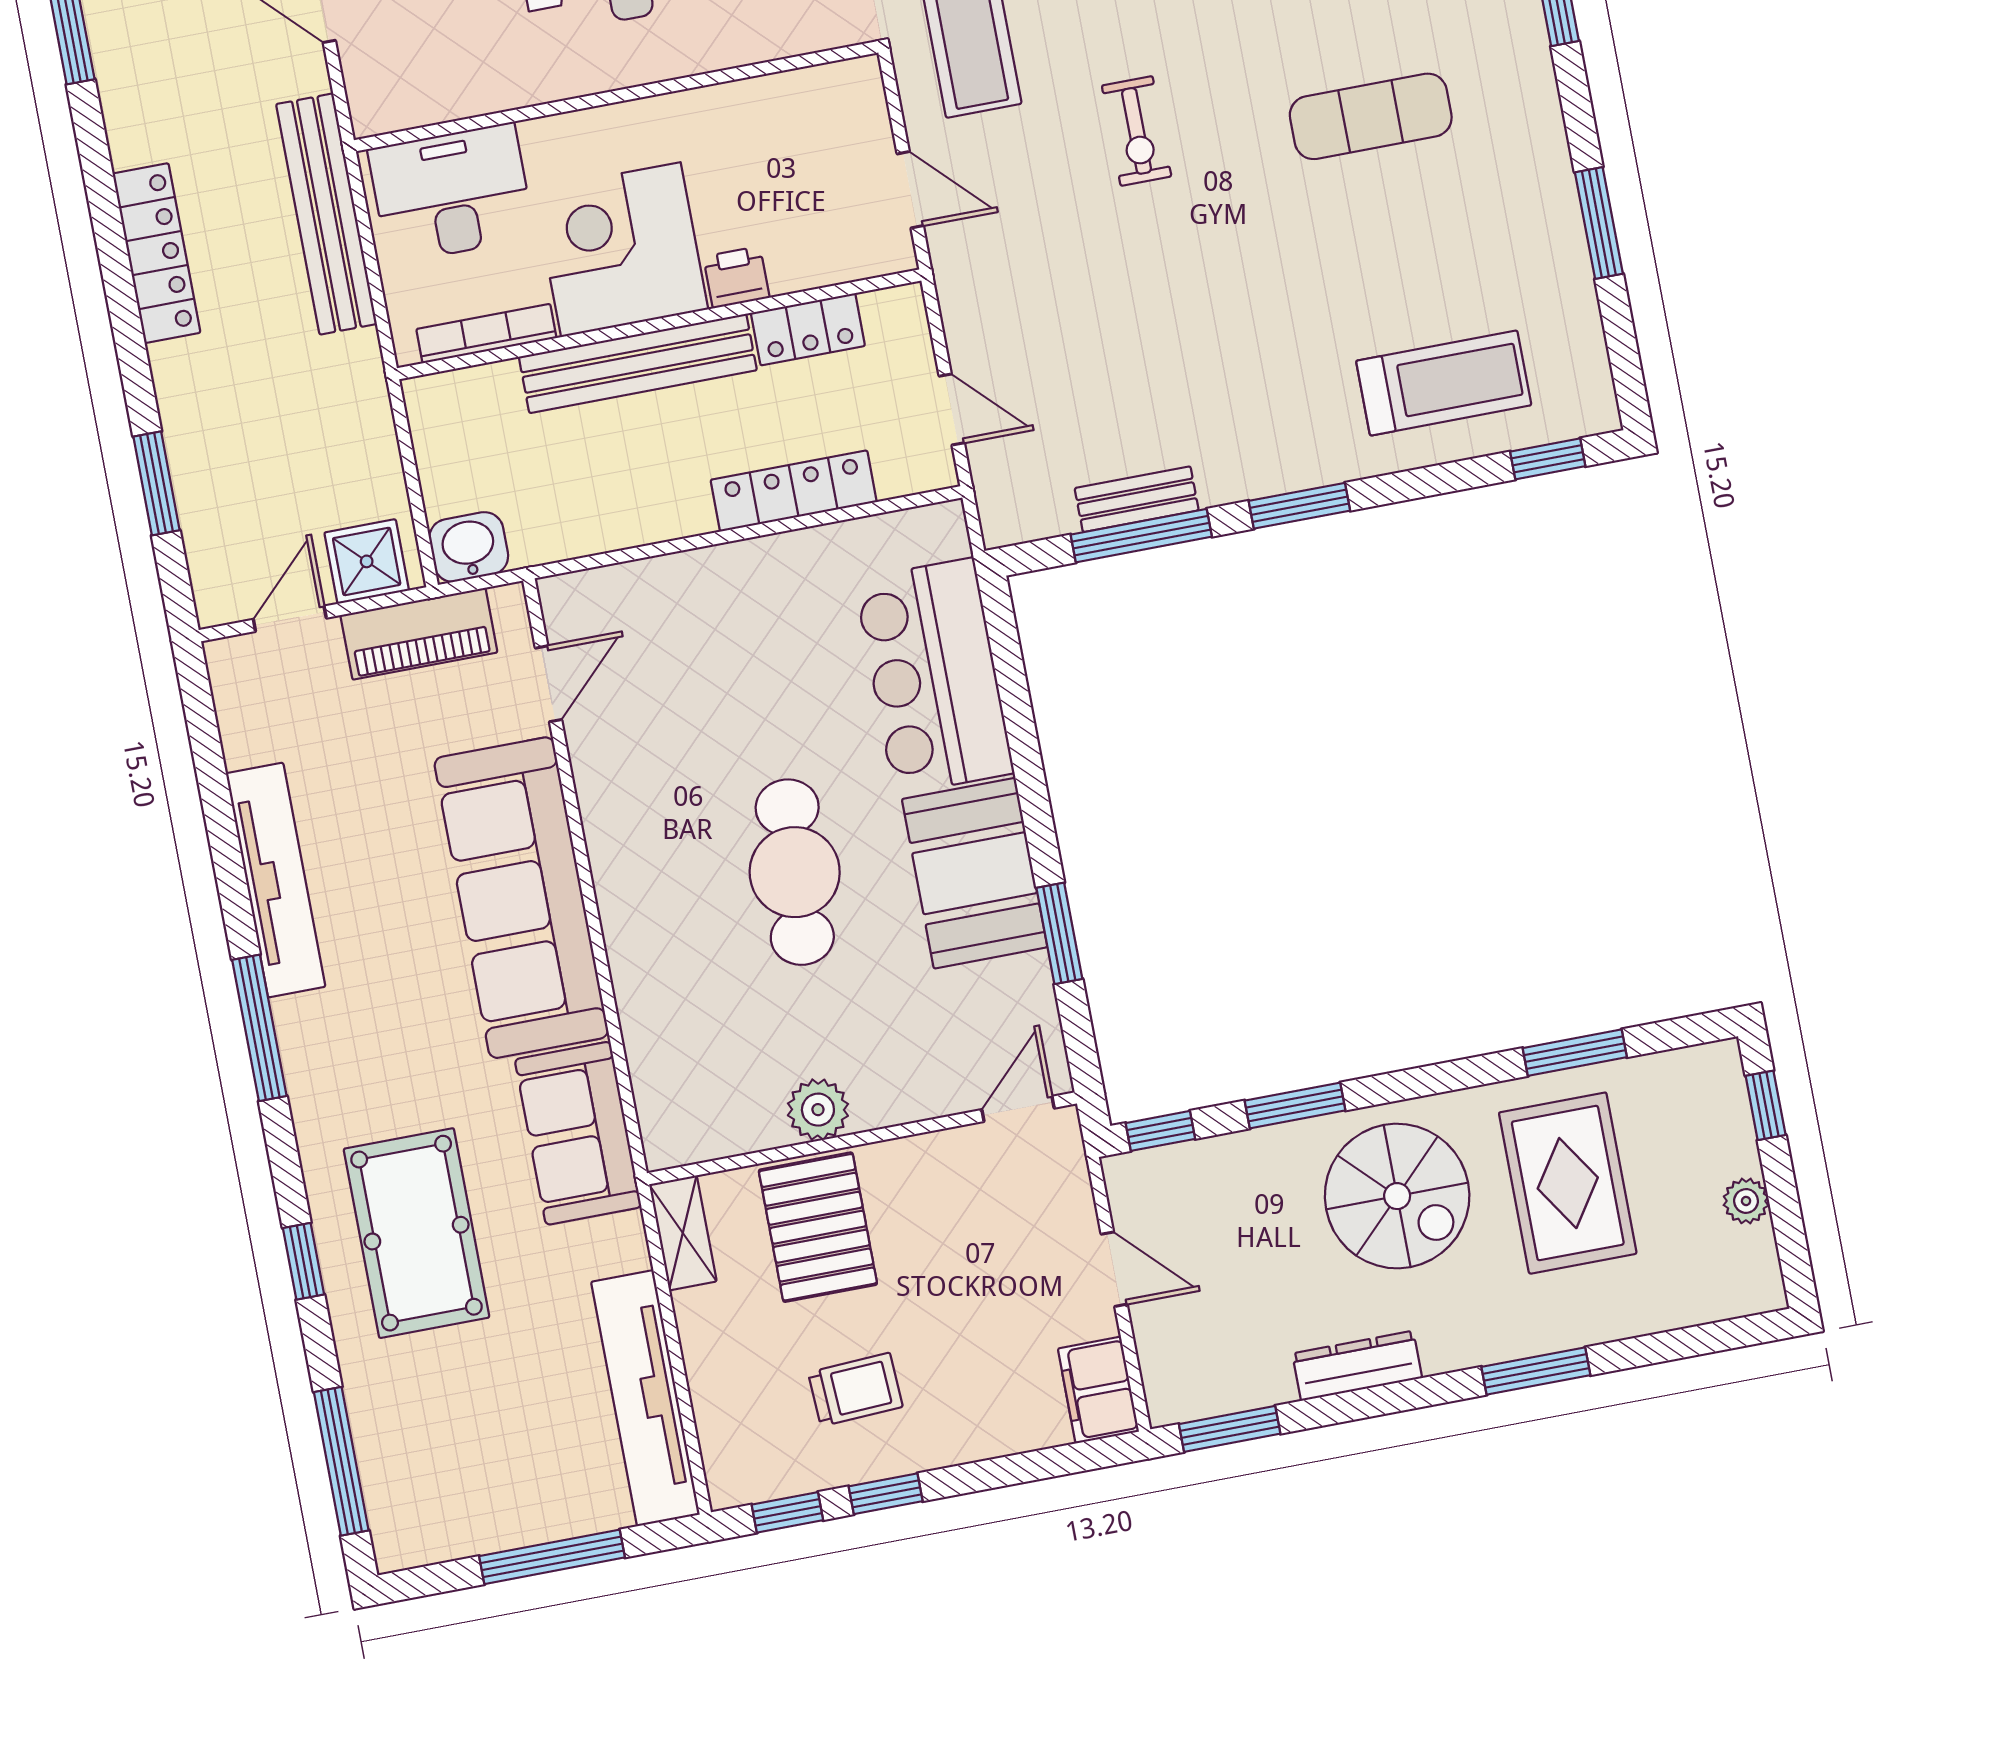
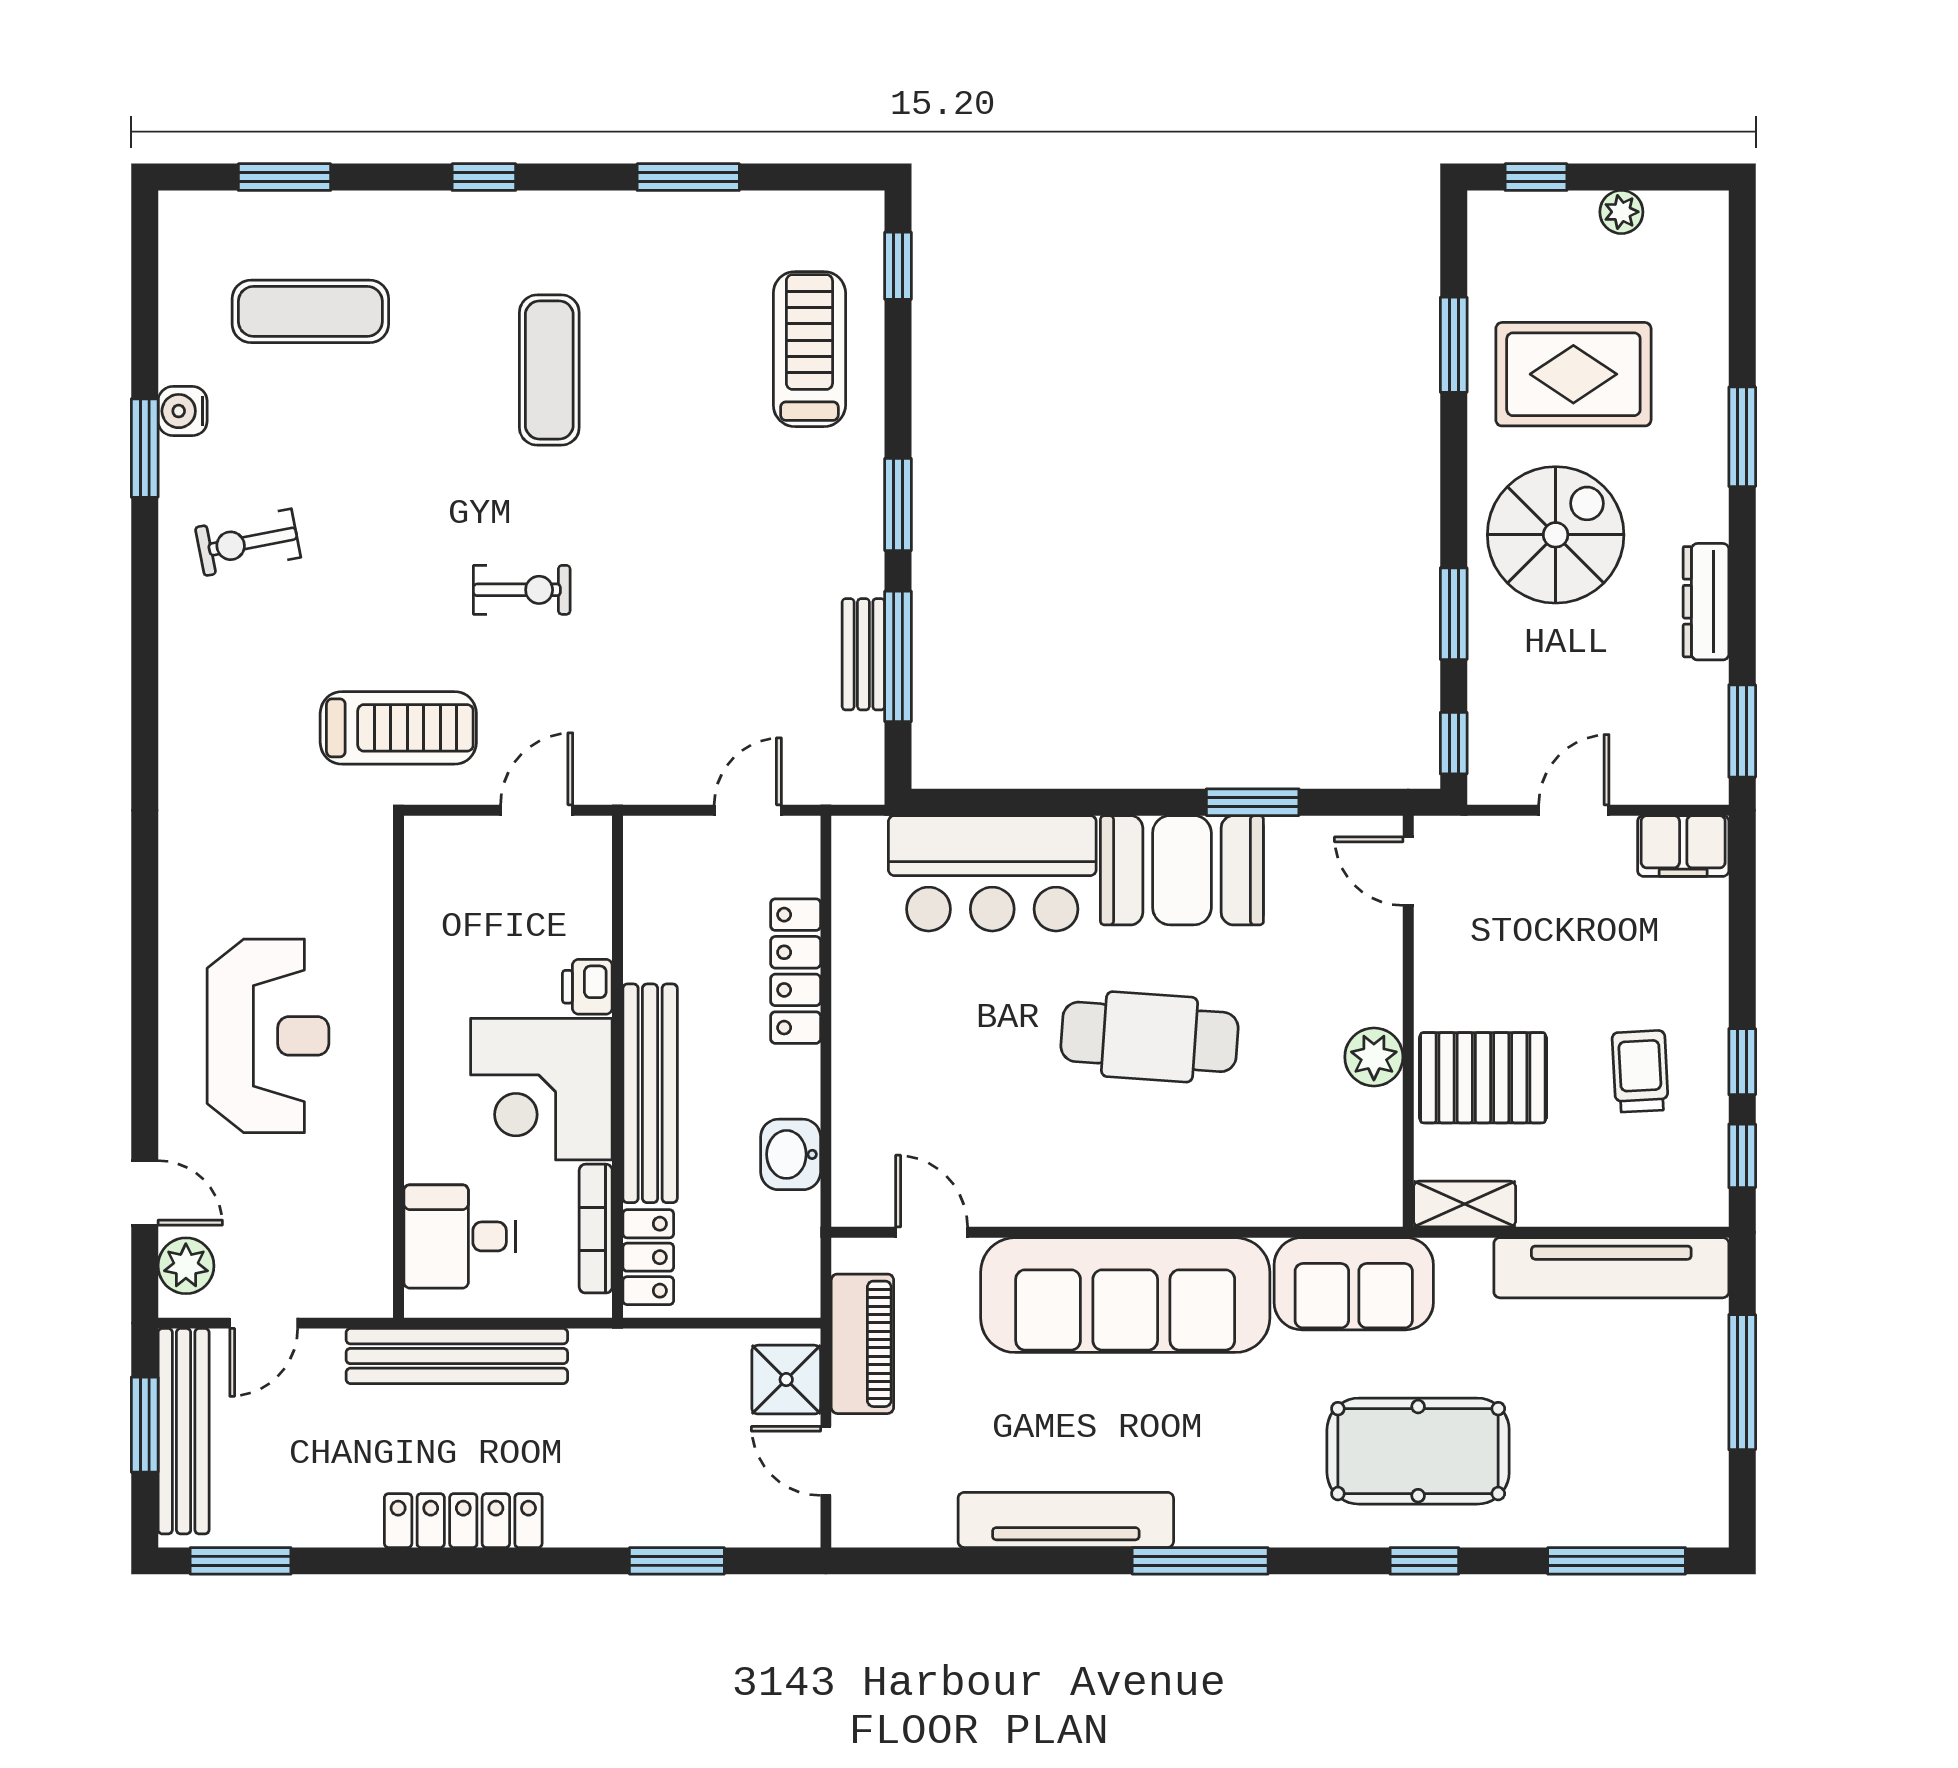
desk: (451, 193) -> (459, 1236), width x0.73
locker: (808, 329) -> (648, 1257), moved
washbasin: (469, 547) -> (791, 1154), moved

